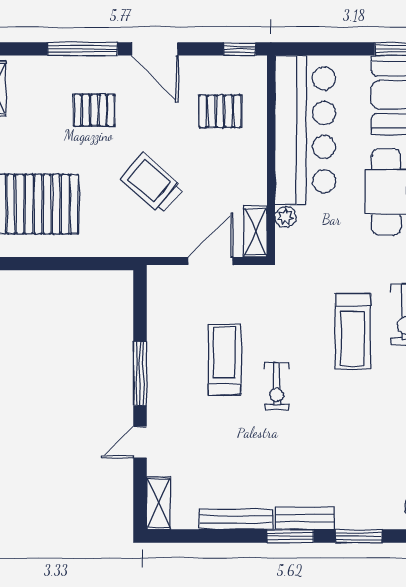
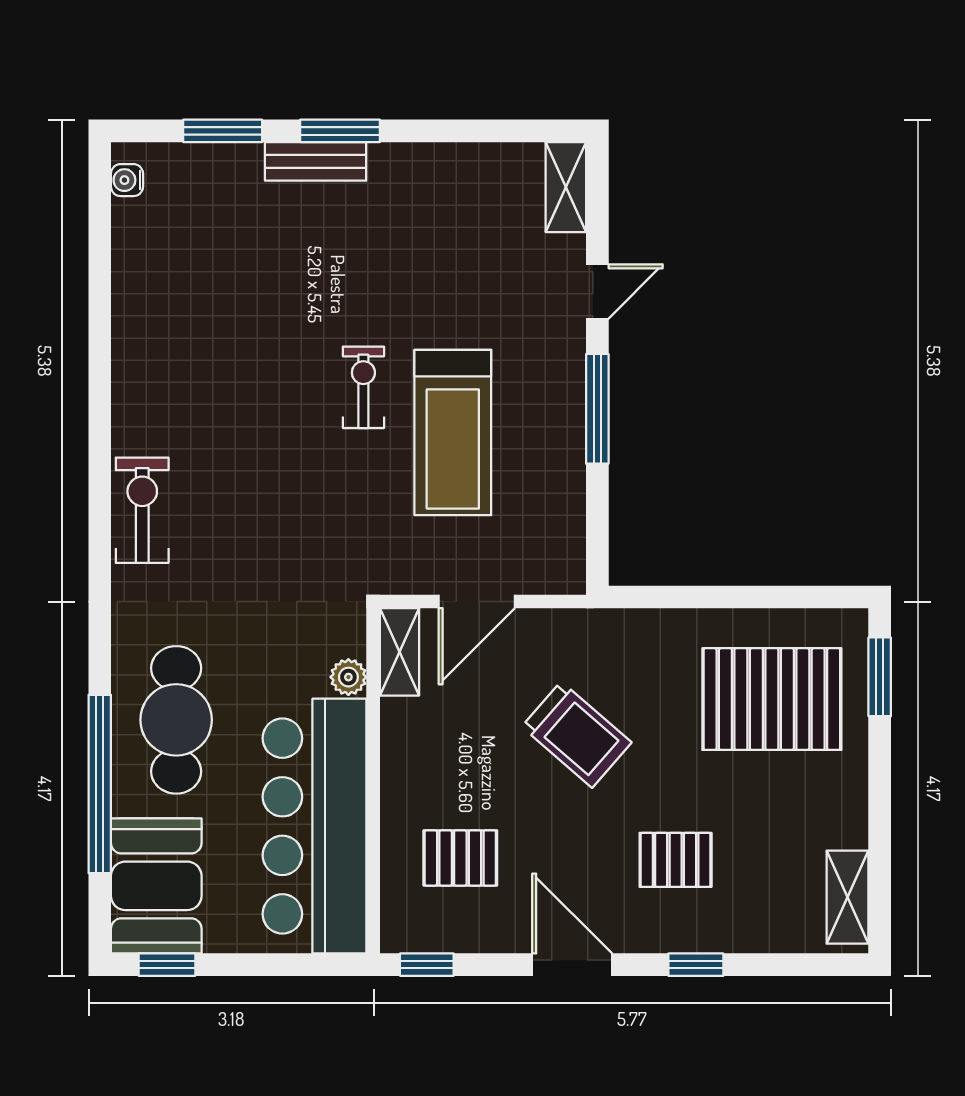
window: (82, 49) -> (696, 965), width x0.46
treadmill: (353, 331) -> (233, 481), removed
treadmill: (224, 360) -> (453, 432), width x1.37, depth x1.38
bench: (236, 519) -> (433, 160), removed

